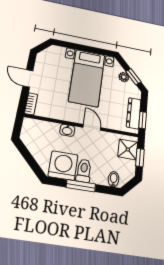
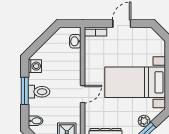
washbasin: (67, 130) -> (75, 41), moved
washing machine: (63, 166) -> (35, 66), width x0.53, depth x0.53

